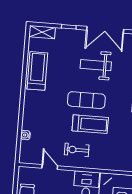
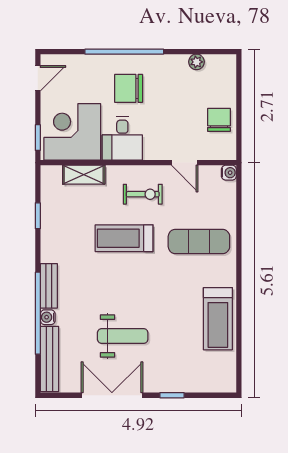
shelving: (42, 32) -> (84, 175), moved
exercise mat: (86, 100) -> (199, 242), moved
water cooler: (25, 135) -> (229, 173), moved

